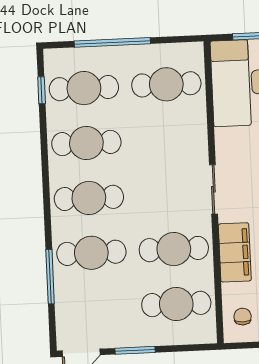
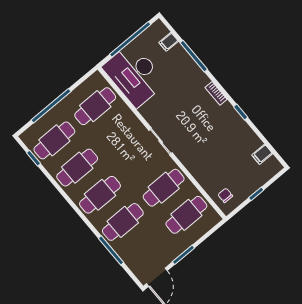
filing cabinet: (235, 252) -> (196, 165), removed

